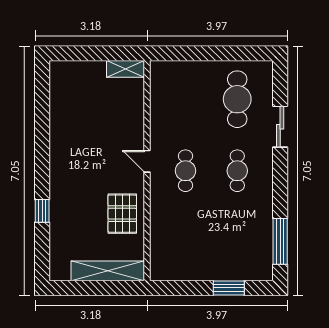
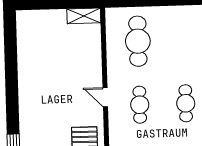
cafe table: (237, 99) -> (138, 41), moved

